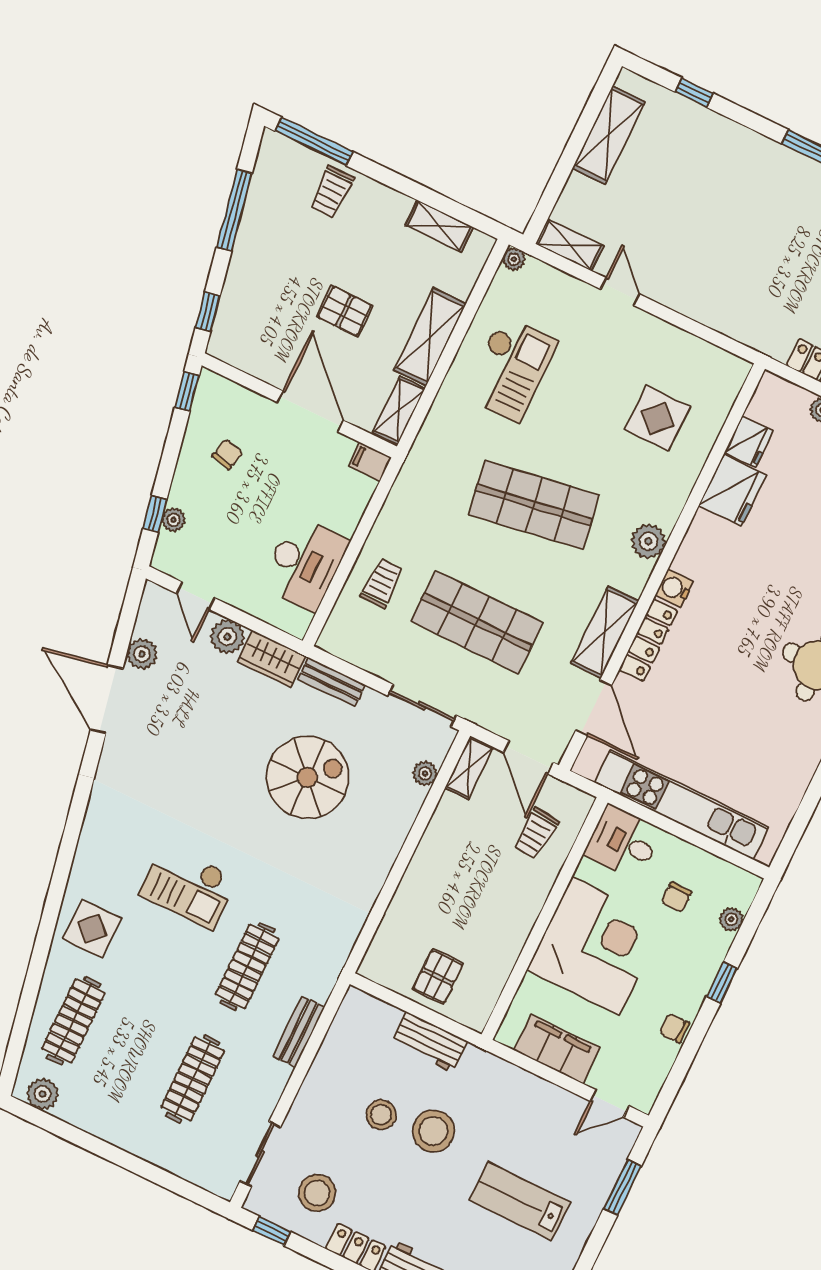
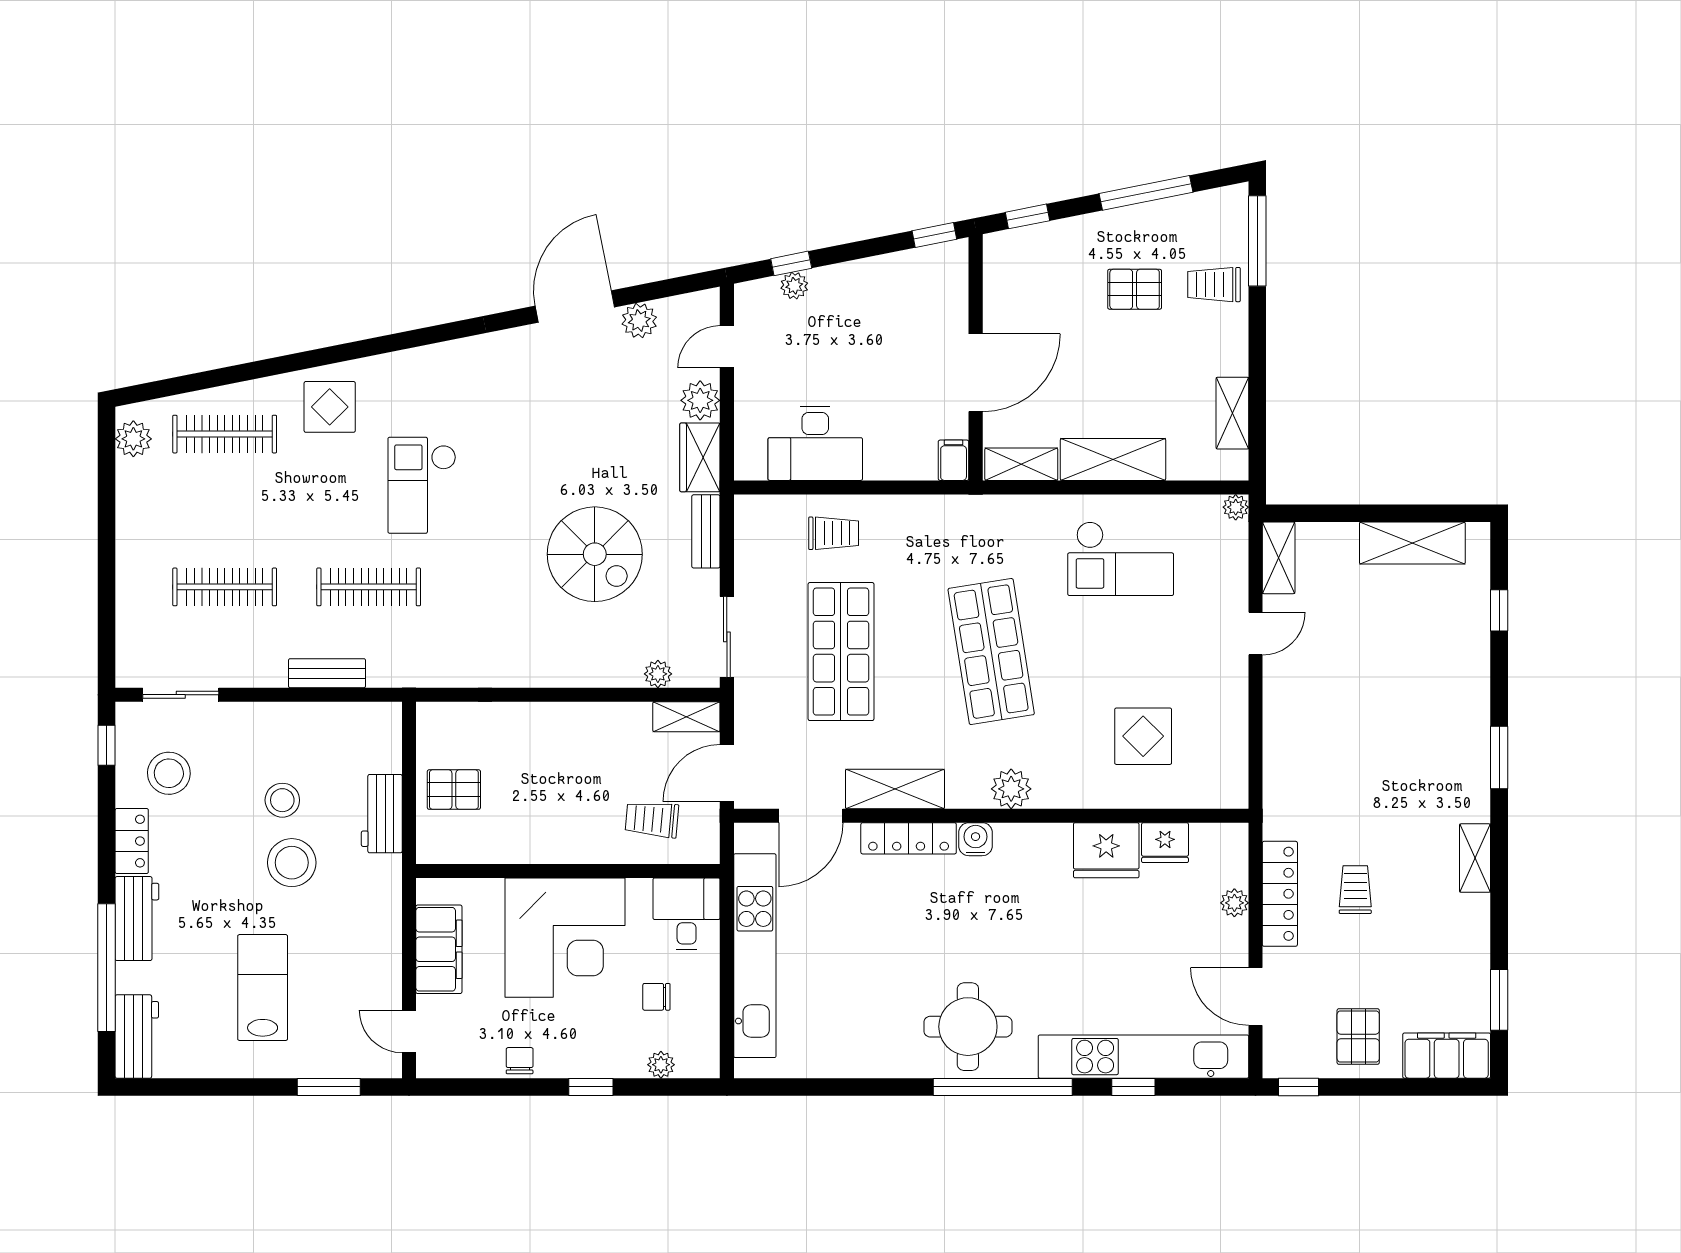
pallet: (345, 311) -> (1135, 289), moved, turned 90
chair: (227, 454) -> (889, 309), removed

